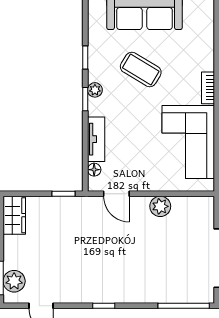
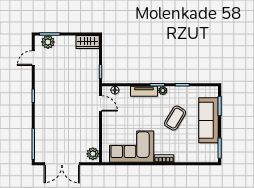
tv unit: (96, 139) -> (144, 91), moved
door: (116, 194) -> (100, 103), swing flipped
plant: (160, 206) -> (93, 154), moved

